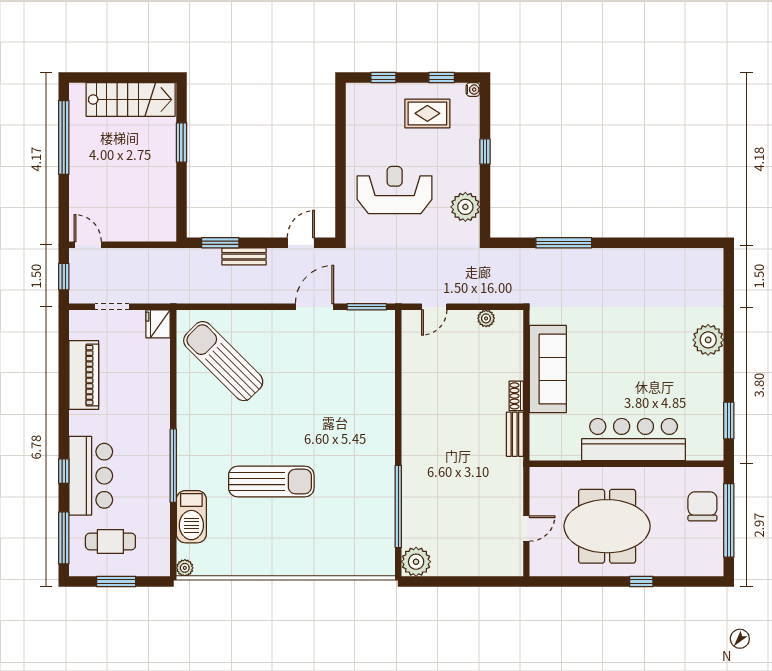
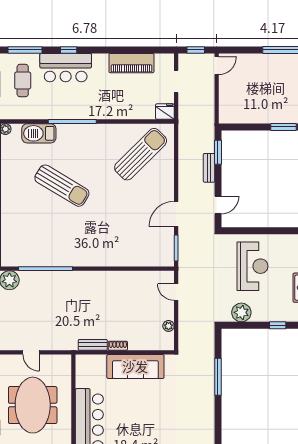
door: (301, 243) -> (218, 205), hinge flipped
door: (315, 307) -> (176, 214), swing flipped
sun lounger: (271, 481) -> (62, 186), turned -59

